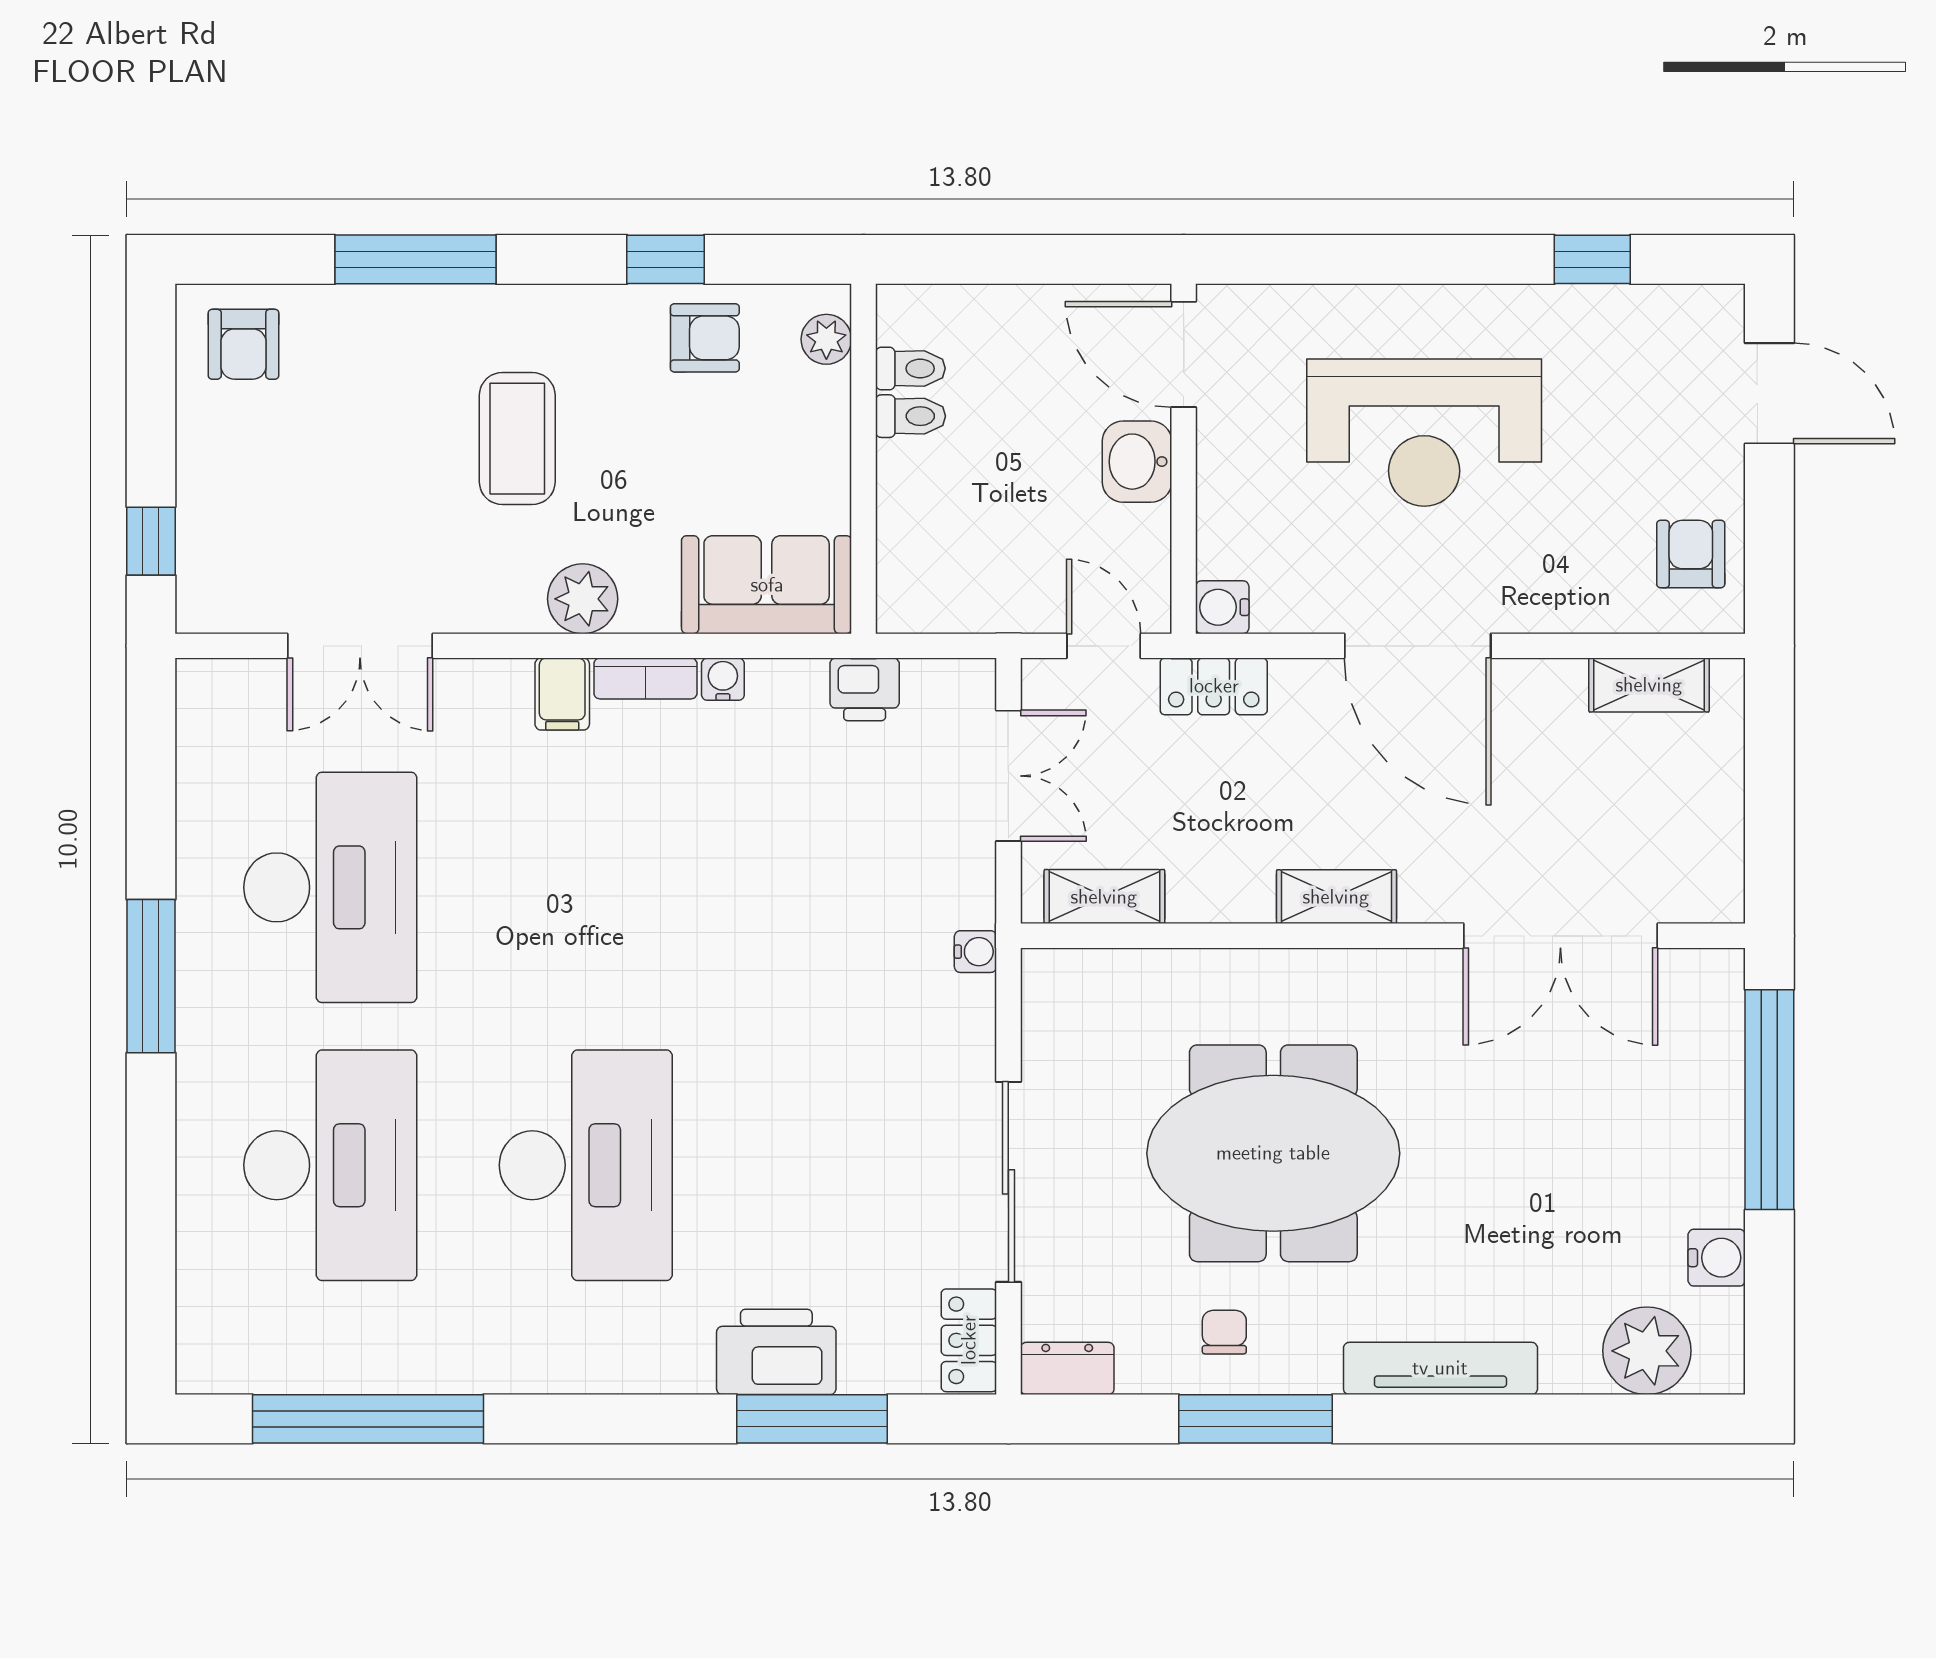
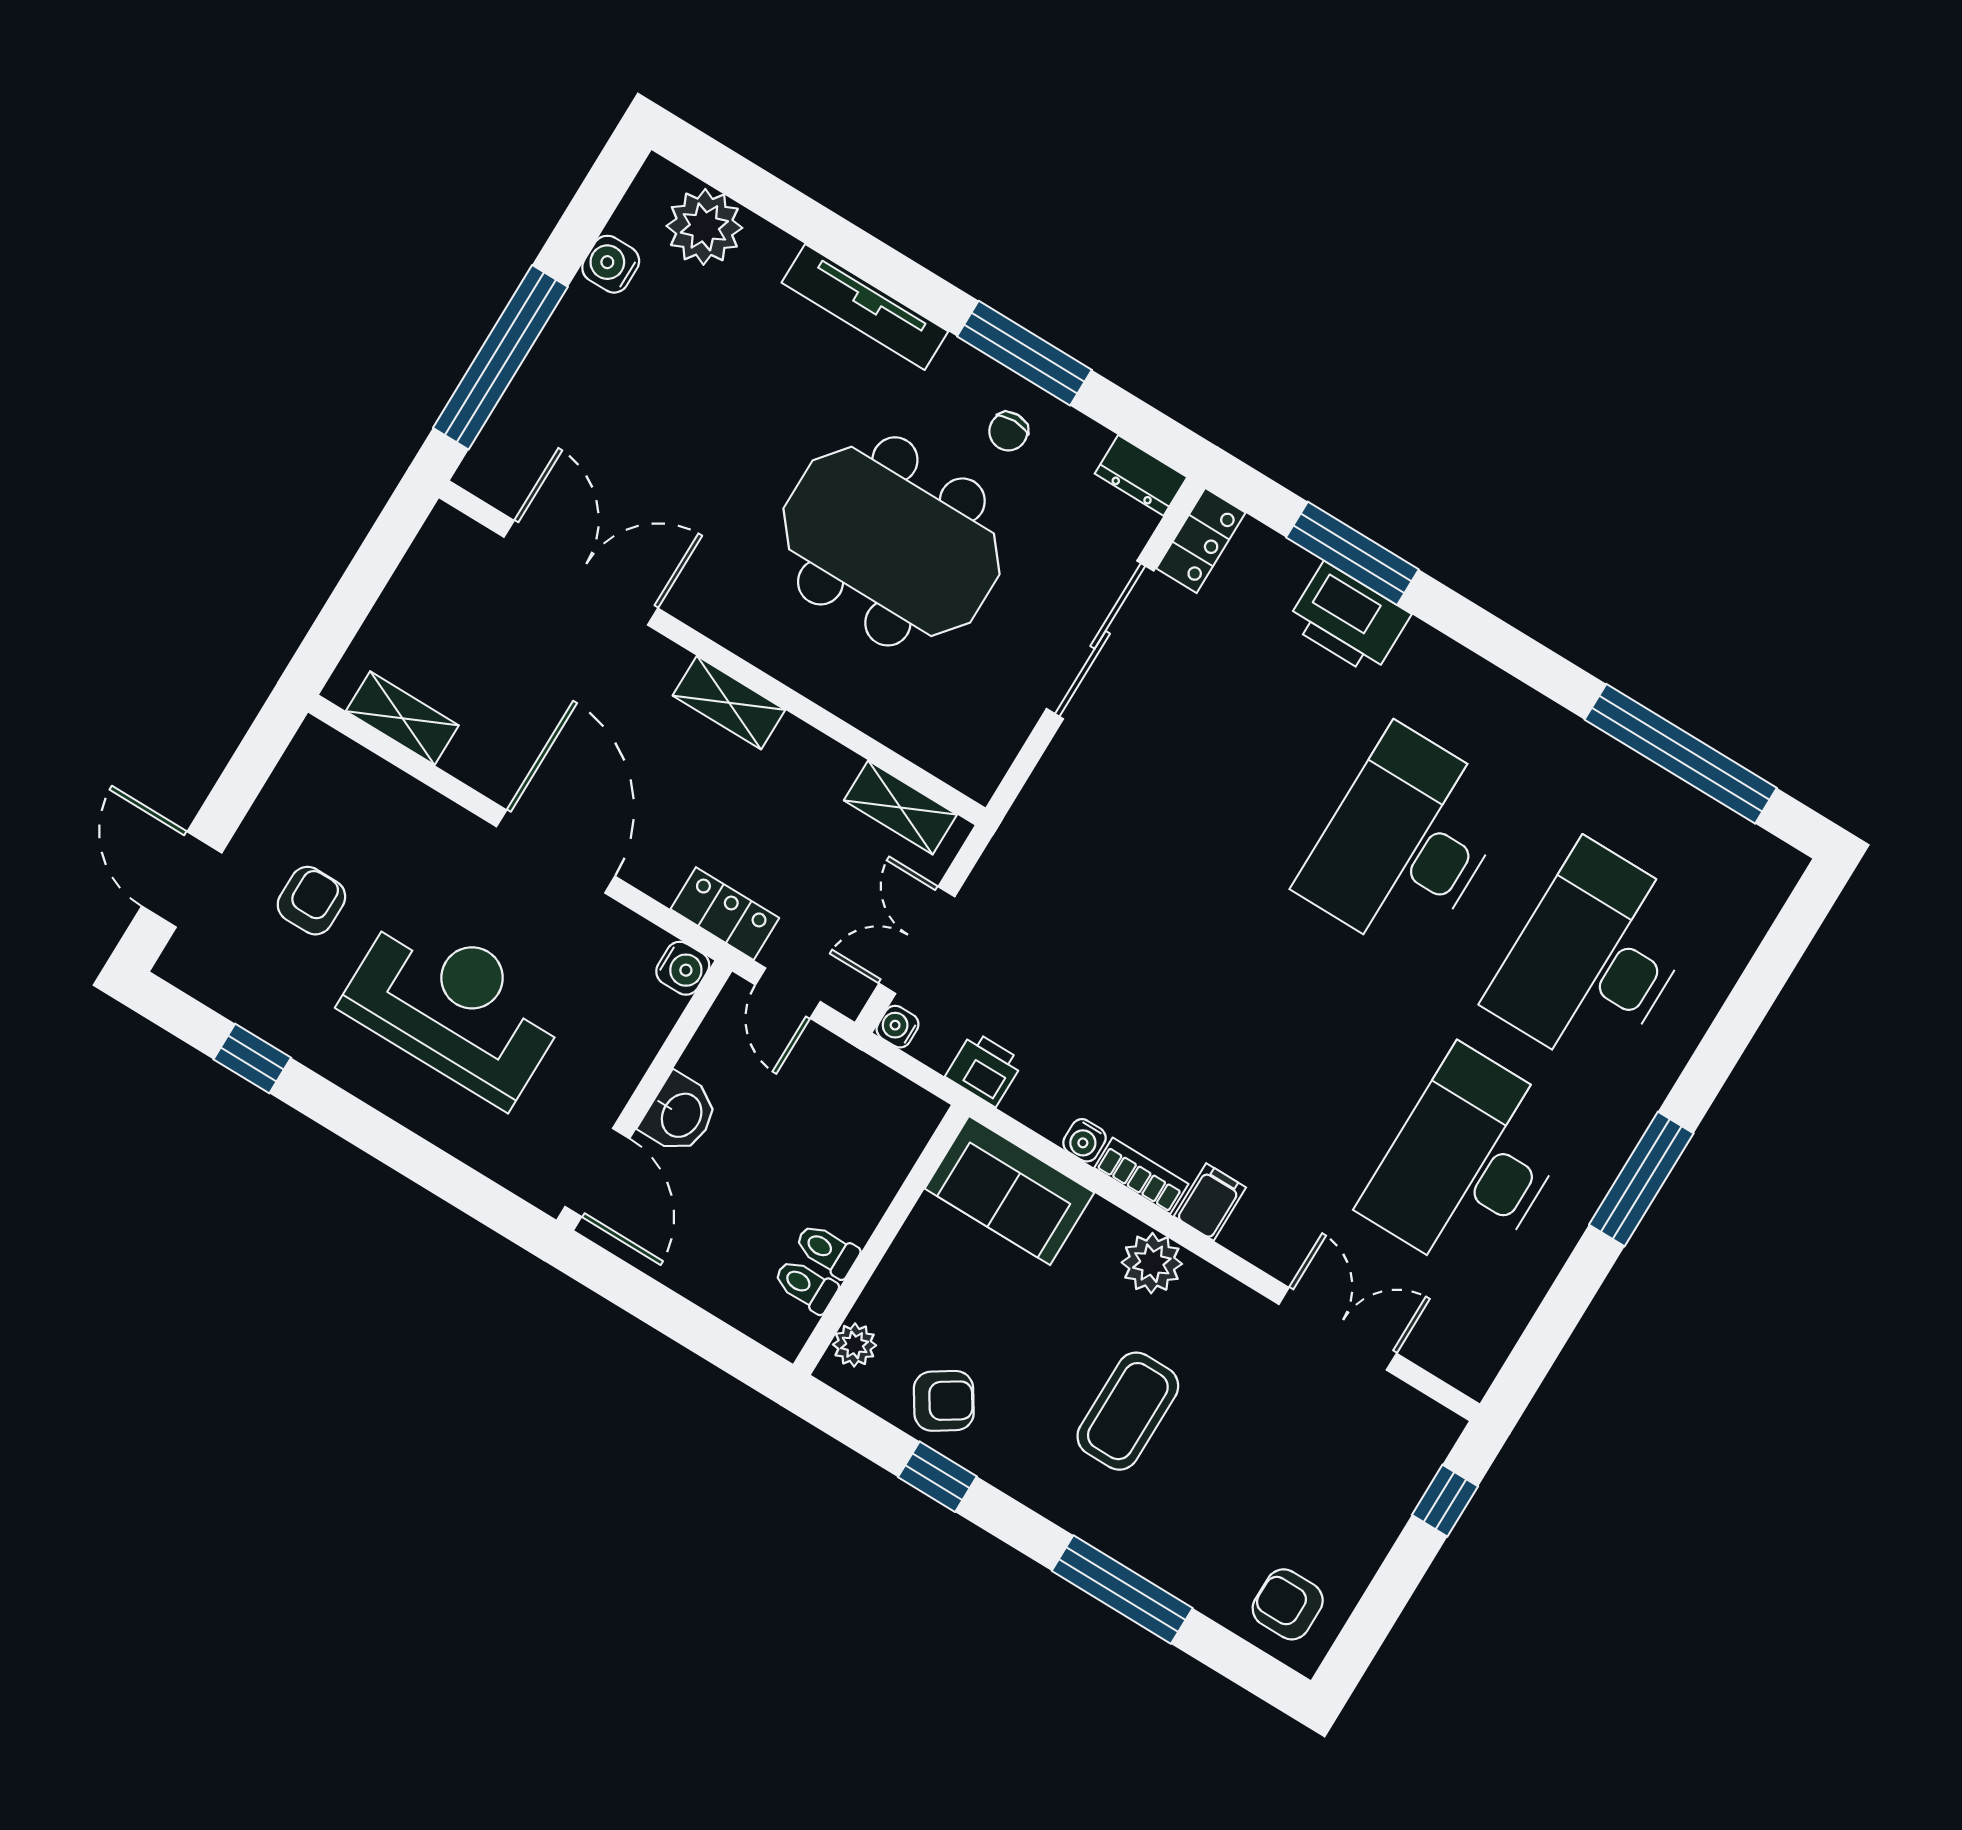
armchair: (705, 338) -> (944, 1401), turned 147
armchair: (244, 344) -> (1288, 1604), turned -90
armchair: (1691, 554) -> (311, 901), moved, turned 180
water cooler: (975, 952) -> (898, 1027), moved

